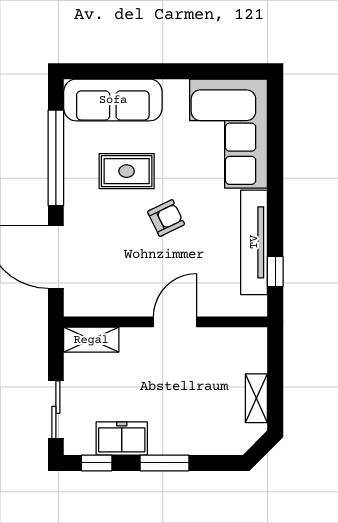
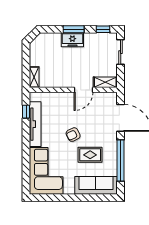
door: (175, 322) -> (83, 90), moved
shelving: (256, 398) -> (34, 77), moved
freezer: (122, 438) -> (72, 40), moved

